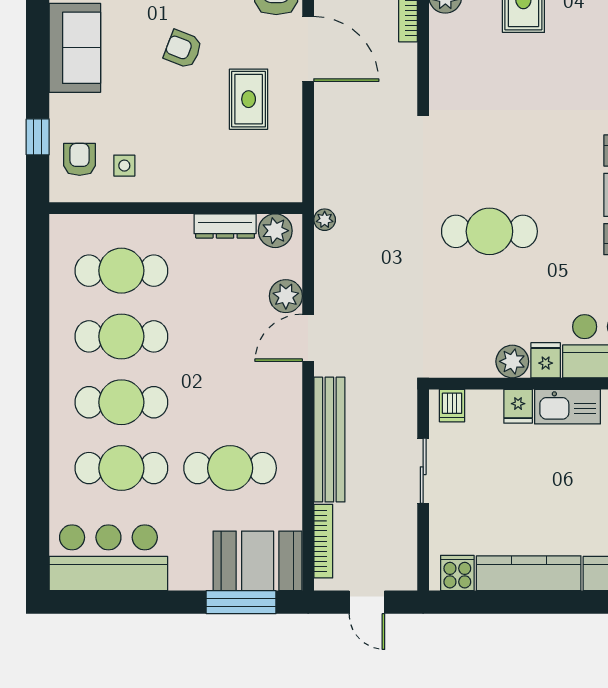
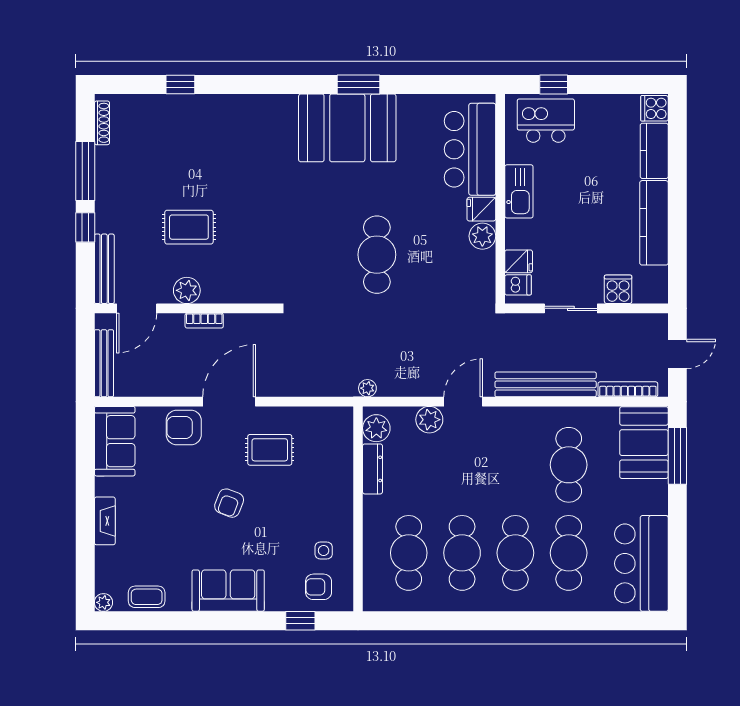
door: (308, 338) -> (463, 402), swing flipped
fridge: (518, 406) -> (519, 261), moved
cooker: (457, 573) -> (618, 289), moved, turned 90

